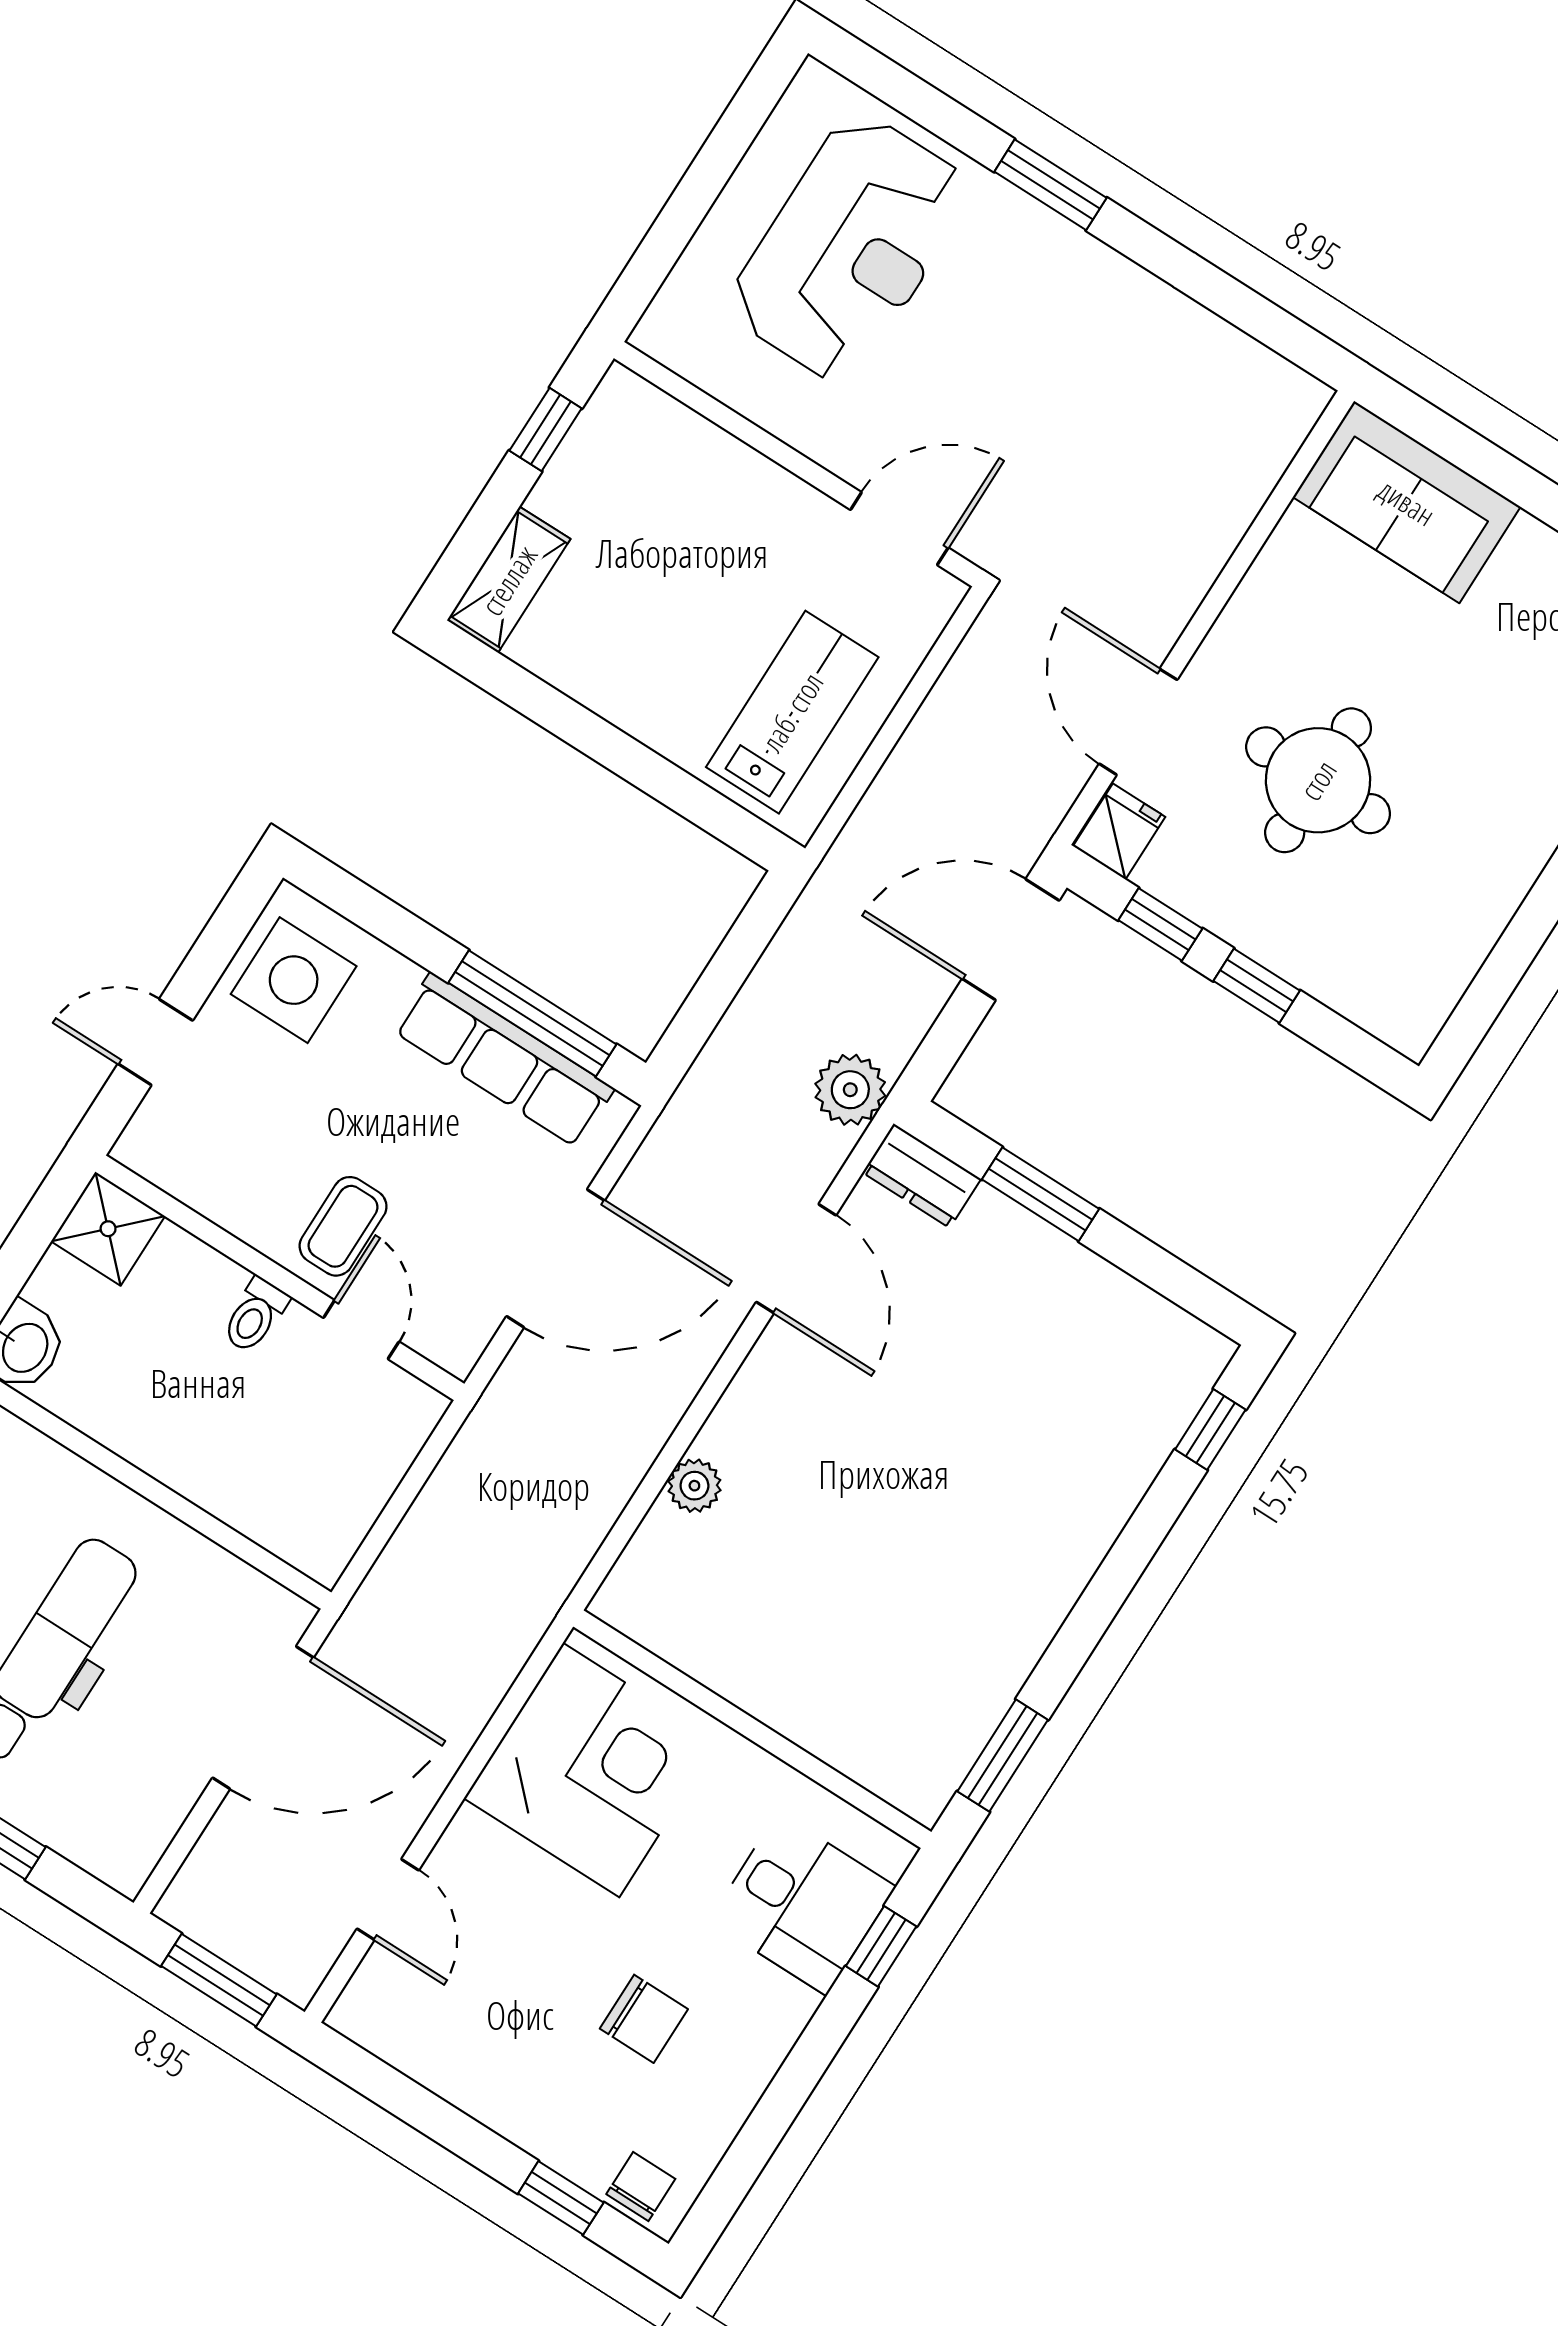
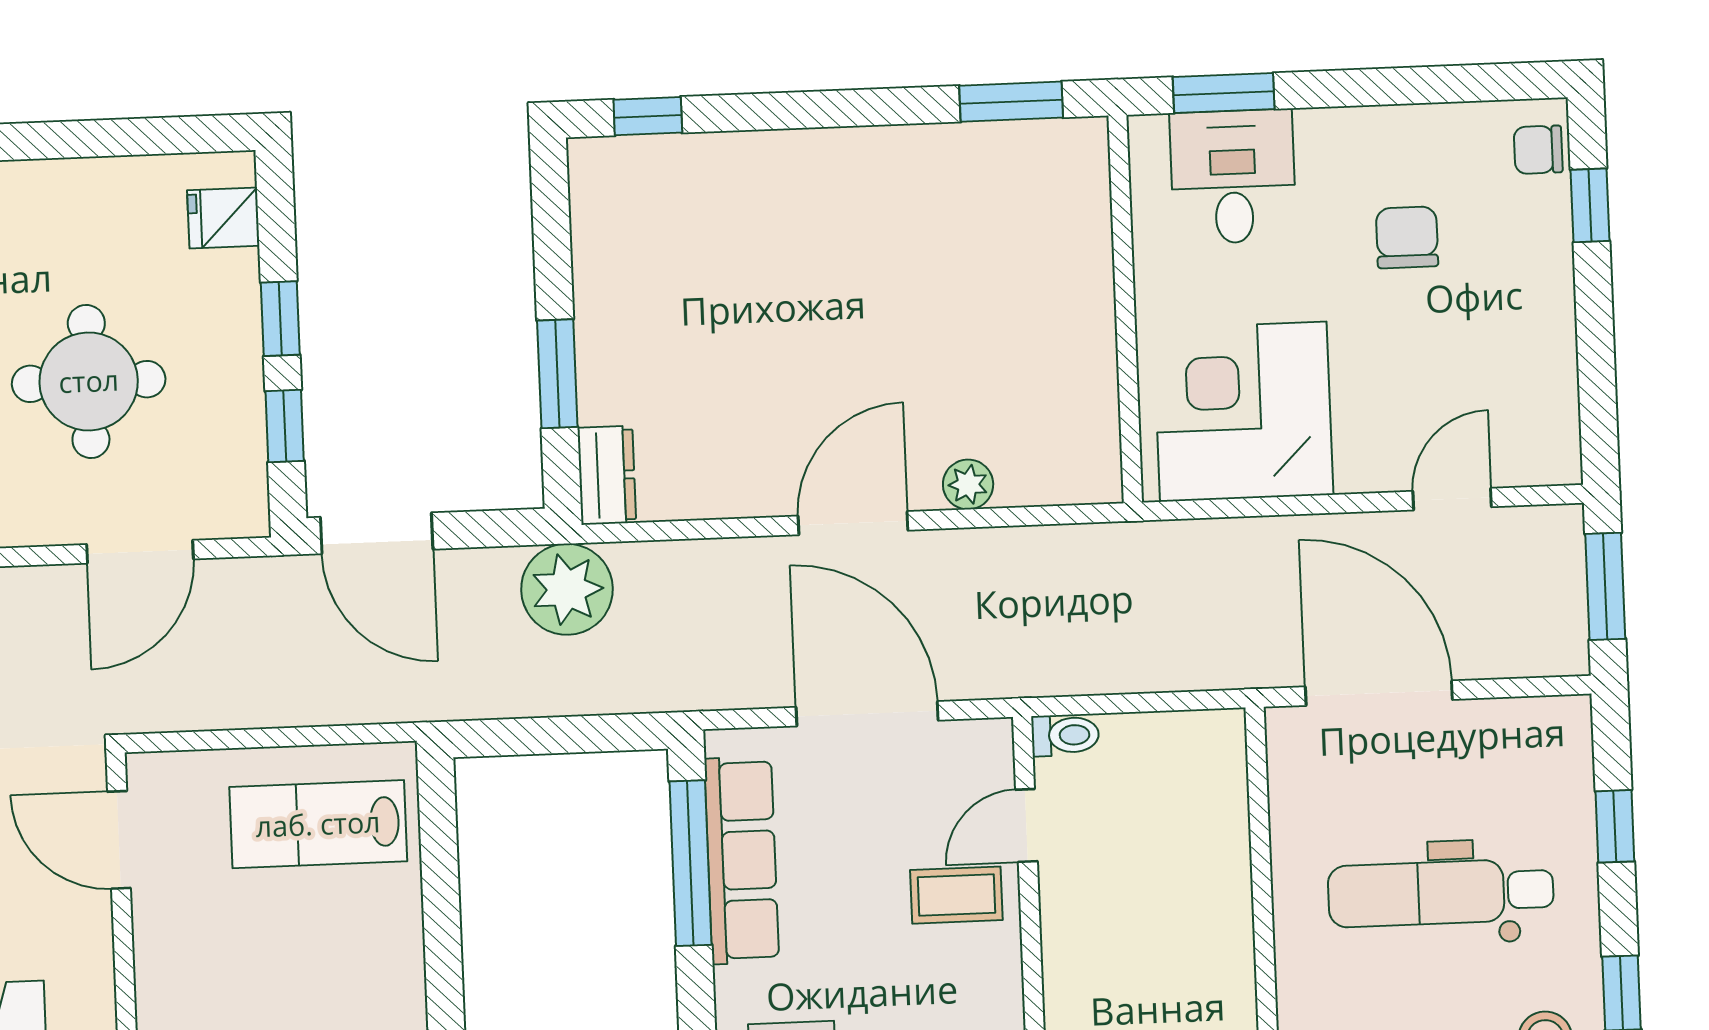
fridge: (1119, 832) -> (223, 218), moved
plant: (850, 1090) -> (567, 589), width x1.36, depth x1.36
door: (796, 1259) -> (853, 523), moved
toilet: (255, 1315) -> (1065, 735), moved
window: (881, 1946) -> (1224, 93), width x1.50

